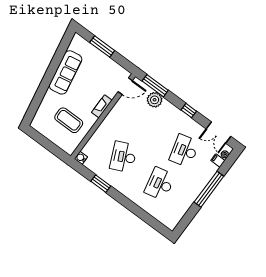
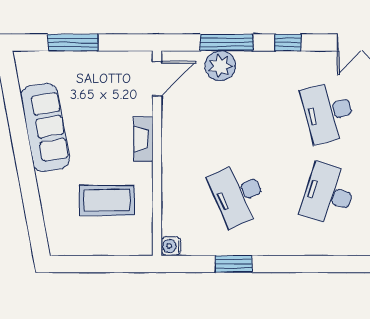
window: (155, 86) -> (226, 42), moved
desk: (160, 184) -> (328, 194), turned 30

